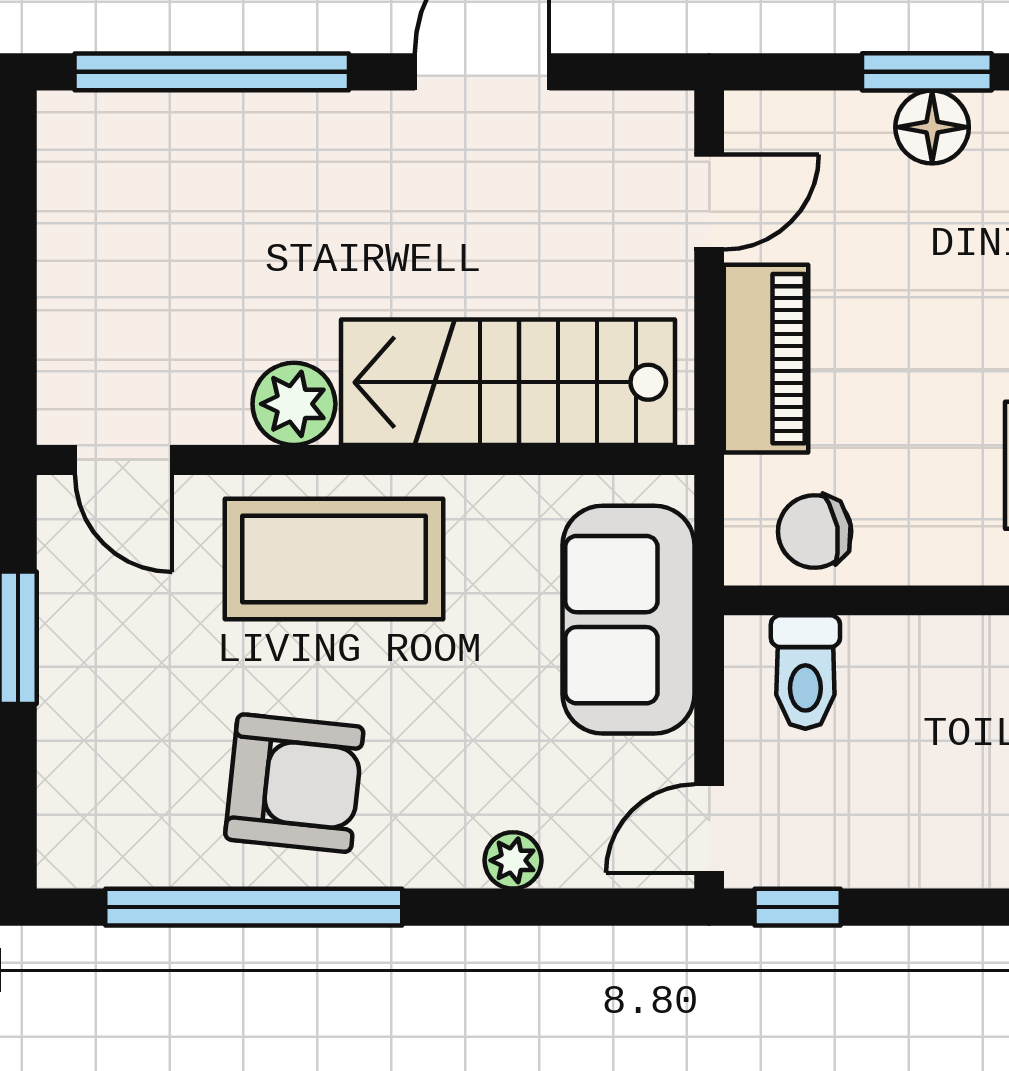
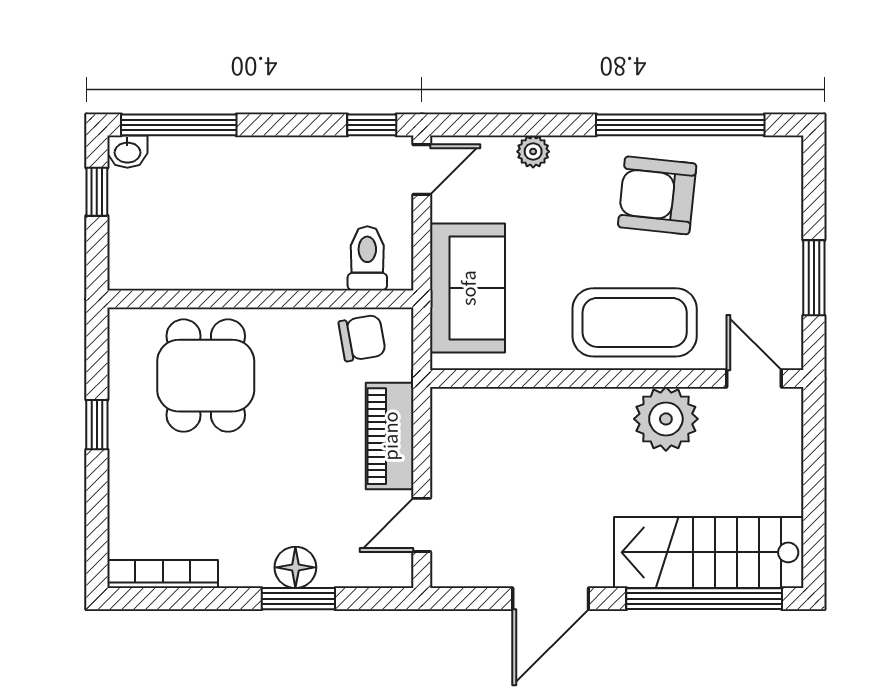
stairs: (508, 382) -> (709, 552), moved, turned 180
plant: (294, 404) -> (666, 419), width x1.36, depth x1.36

